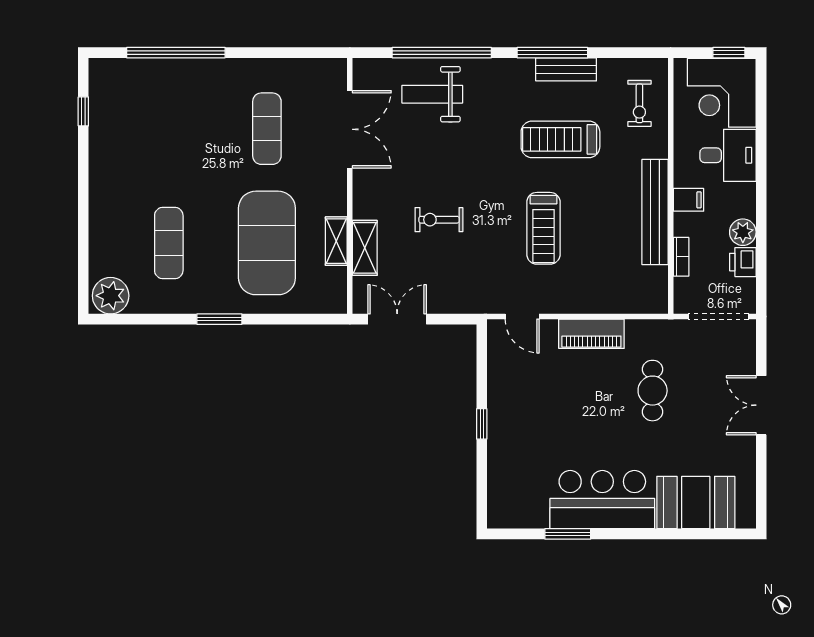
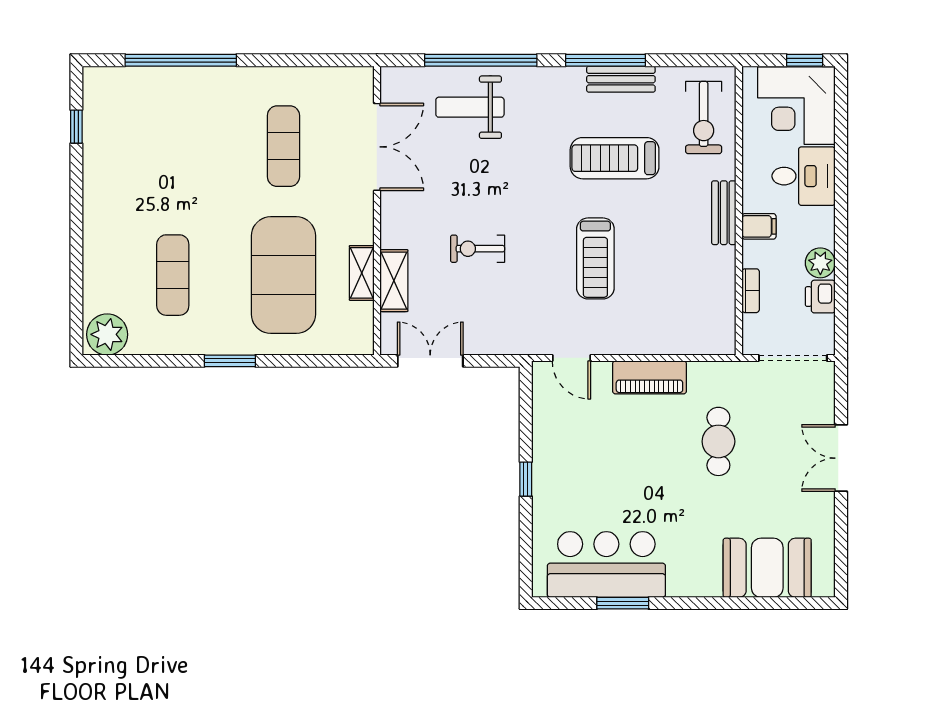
exercise bike: (639, 103) -> (704, 118), width x1.38, depth x1.39
bench: (655, 212) -> (724, 213), width x0.54, depth x0.82
bar counter: (602, 500) -> (606, 564), moved

